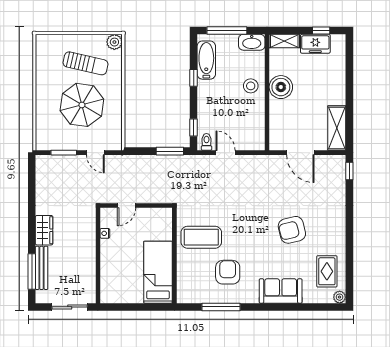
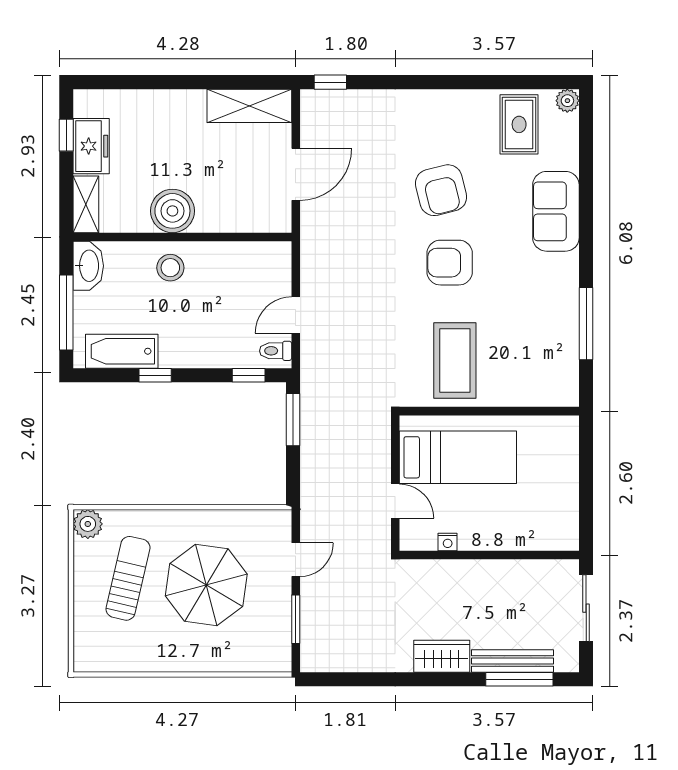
rug: (327, 271) -> (519, 124), turned 90
bed: (158, 272) -> (458, 457), moved, turned 180
armchair: (228, 272) -> (450, 263), moved

